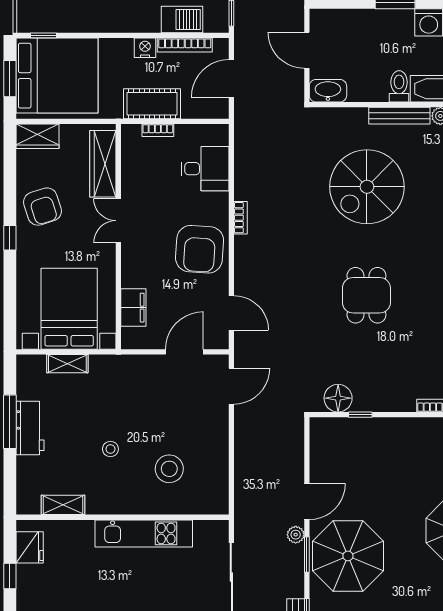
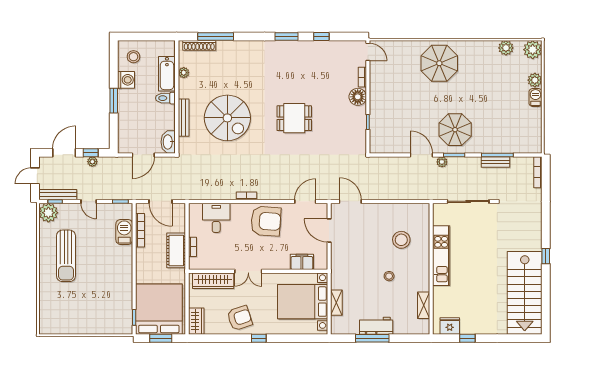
nightstand: (145, 48) -> (142, 255), removed
bench: (399, 116) -> (184, 118), moved
floor lamp: (338, 398) -> (358, 97), moved
parasol: (348, 556) -> (455, 130), width x0.73, depth x0.73

